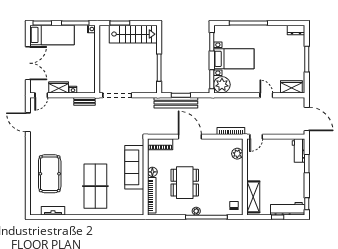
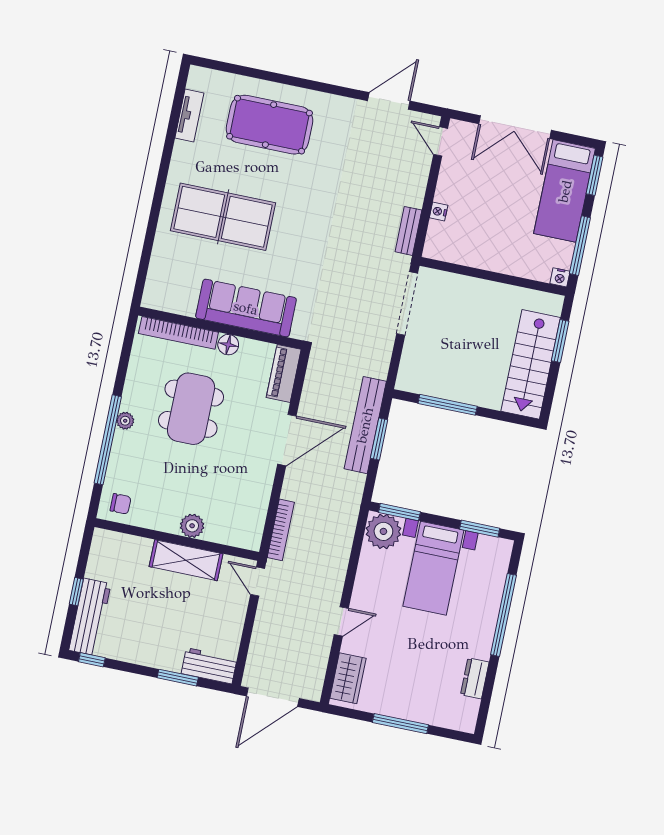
dresser: (296, 30) -> (475, 678), moved
wardrobe: (59, 88) -> (450, 182), removed
plant: (237, 154) -> (192, 526), moved
dining table: (185, 183) -> (191, 409), turned 90
shelving: (253, 197) -> (186, 560), moved

